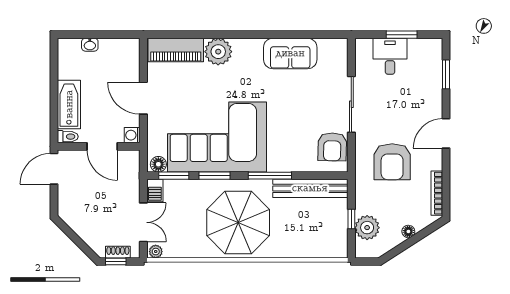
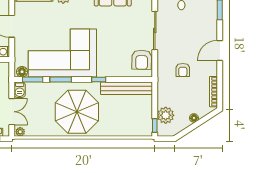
armchair: (392, 162) -> (183, 70), width x0.53, depth x0.53
window: (270, 176) -> (99, 80), width x0.46
window: (351, 219) -> (155, 125), moved

